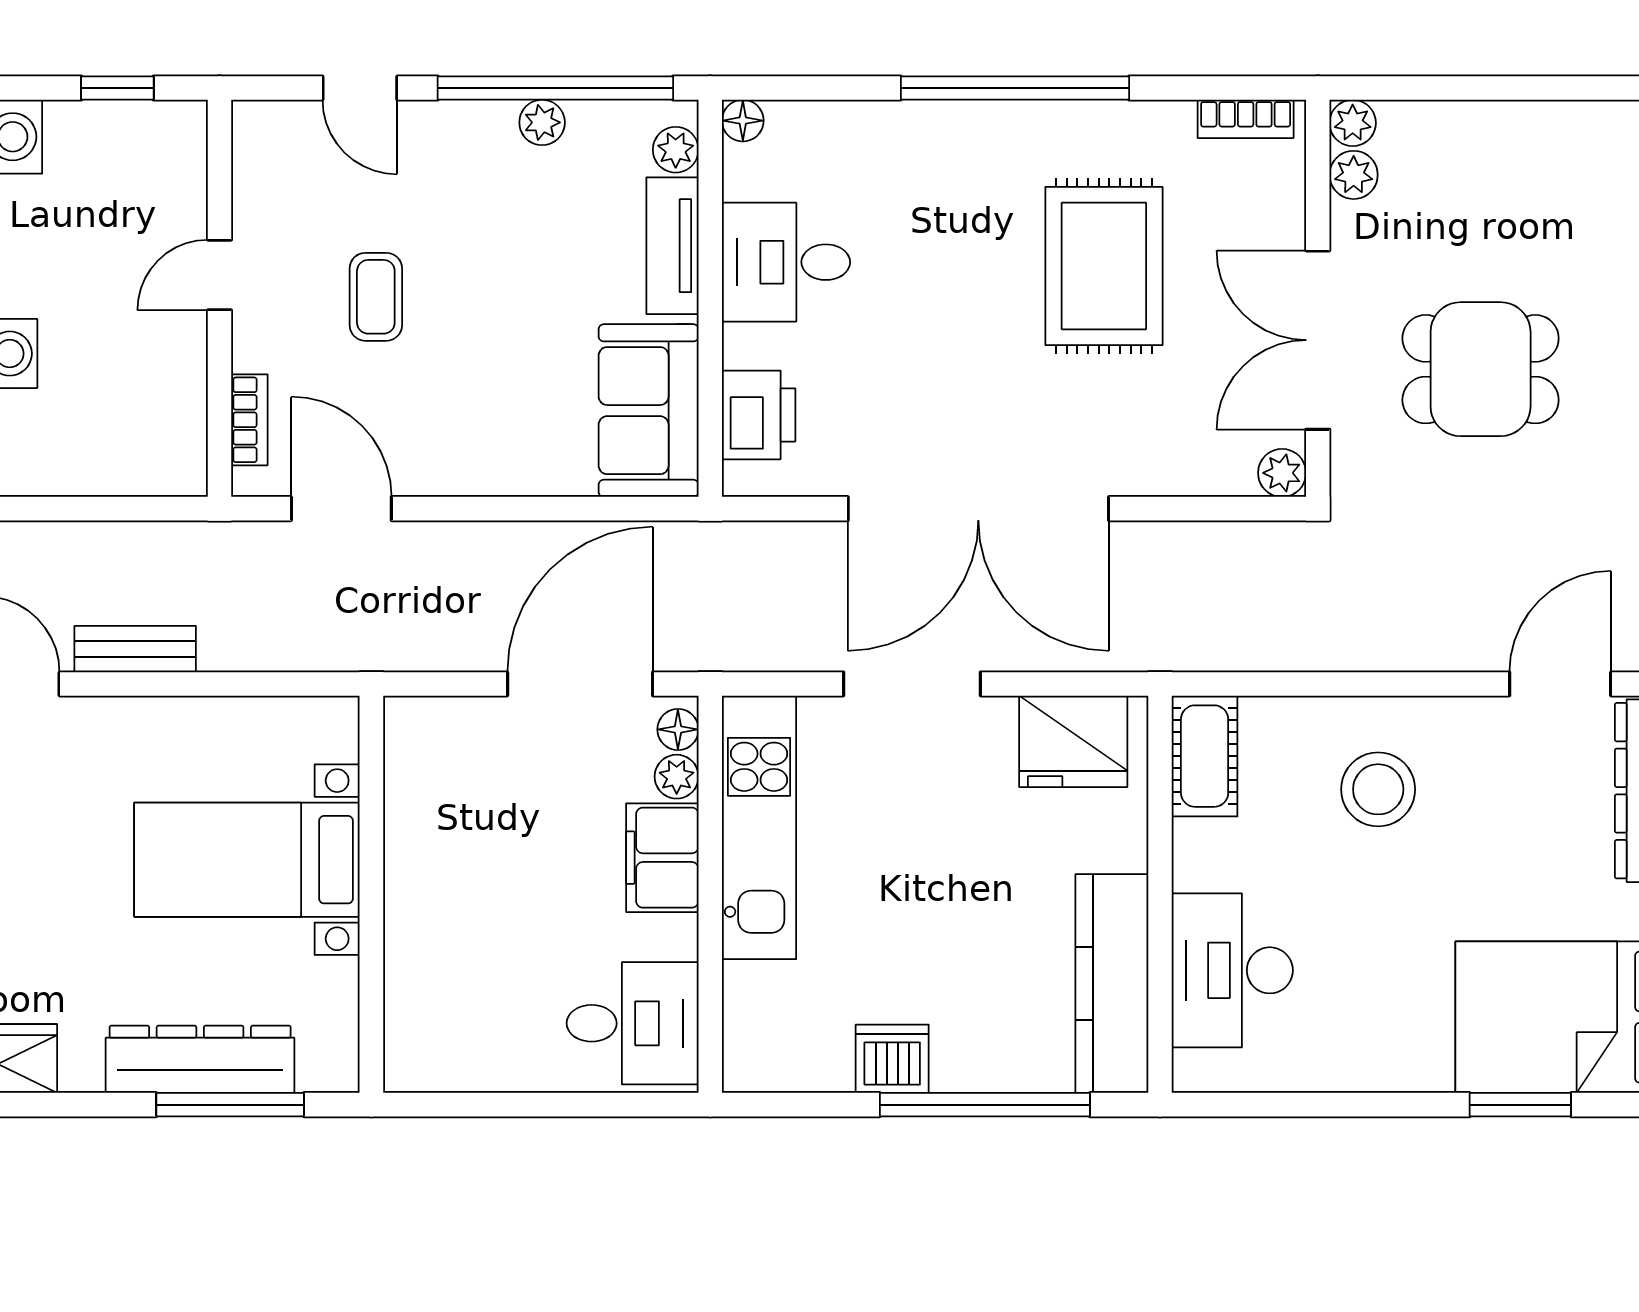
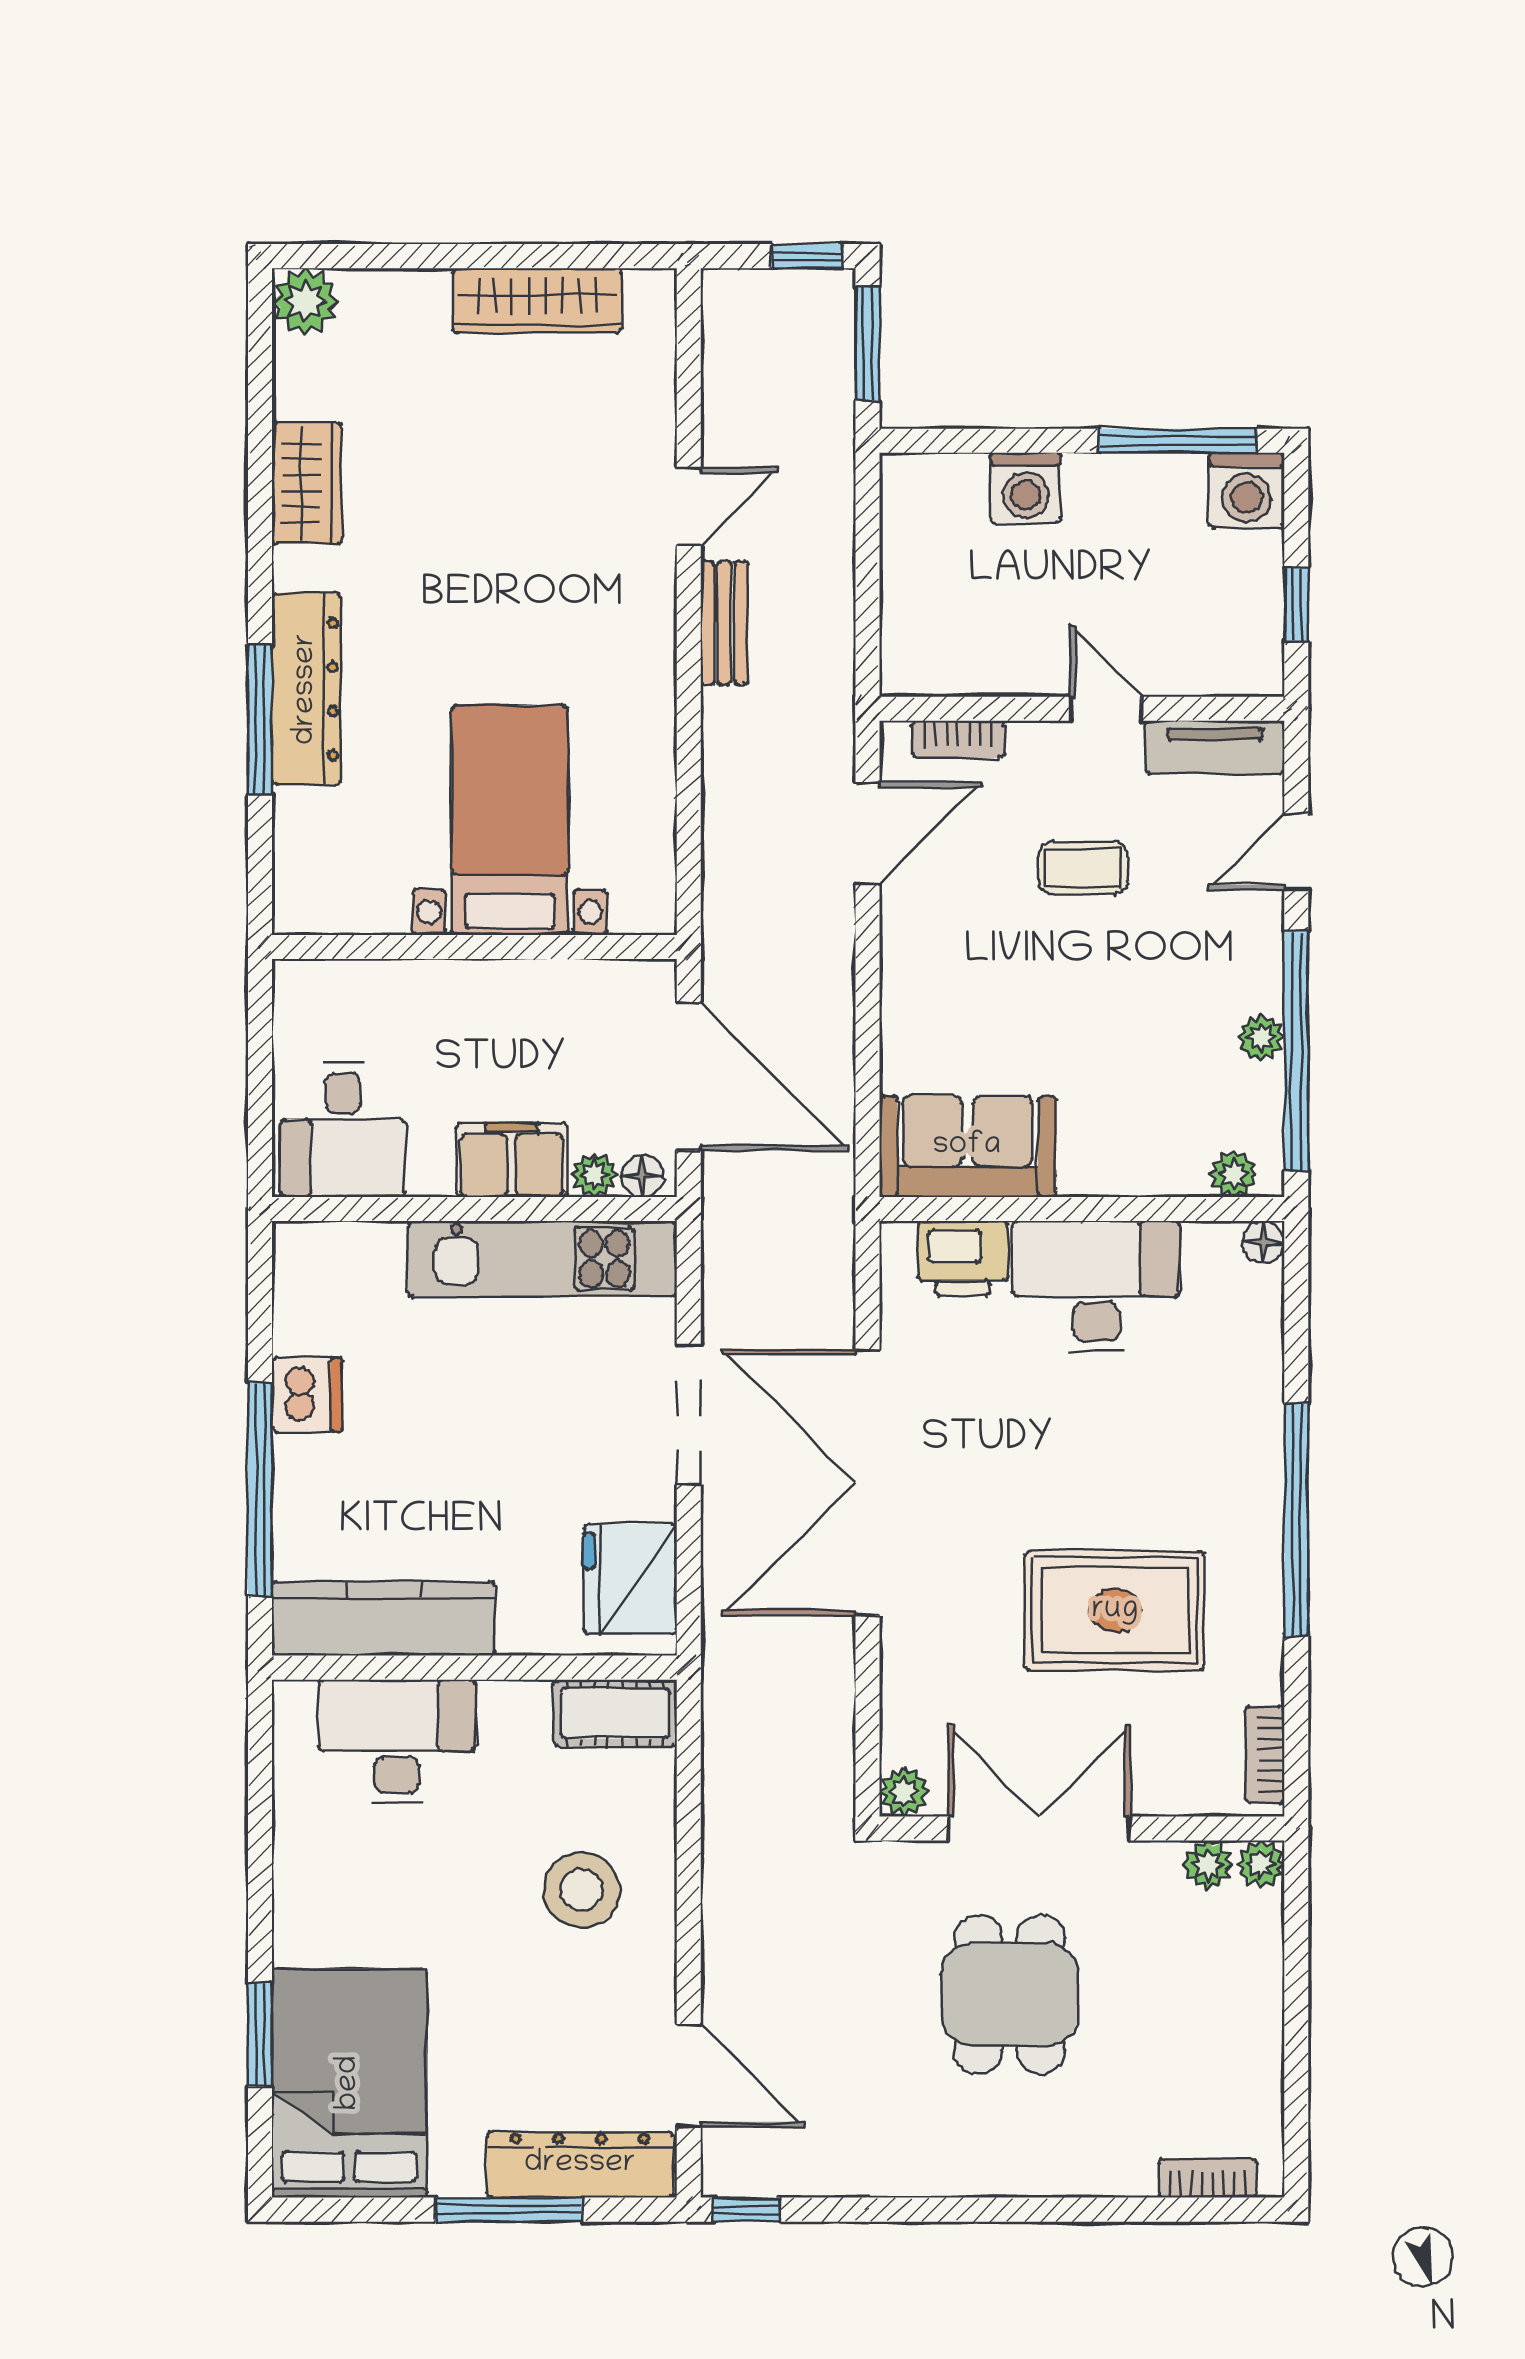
tv unit: (672, 246) -> (1215, 747), moved, turned 180
desk: (786, 262) -> (1096, 1286), width x1.37
bed with nightstands: (247, 860) -> (510, 820), moved
wall: (371, 894) -> (474, 947), moved

